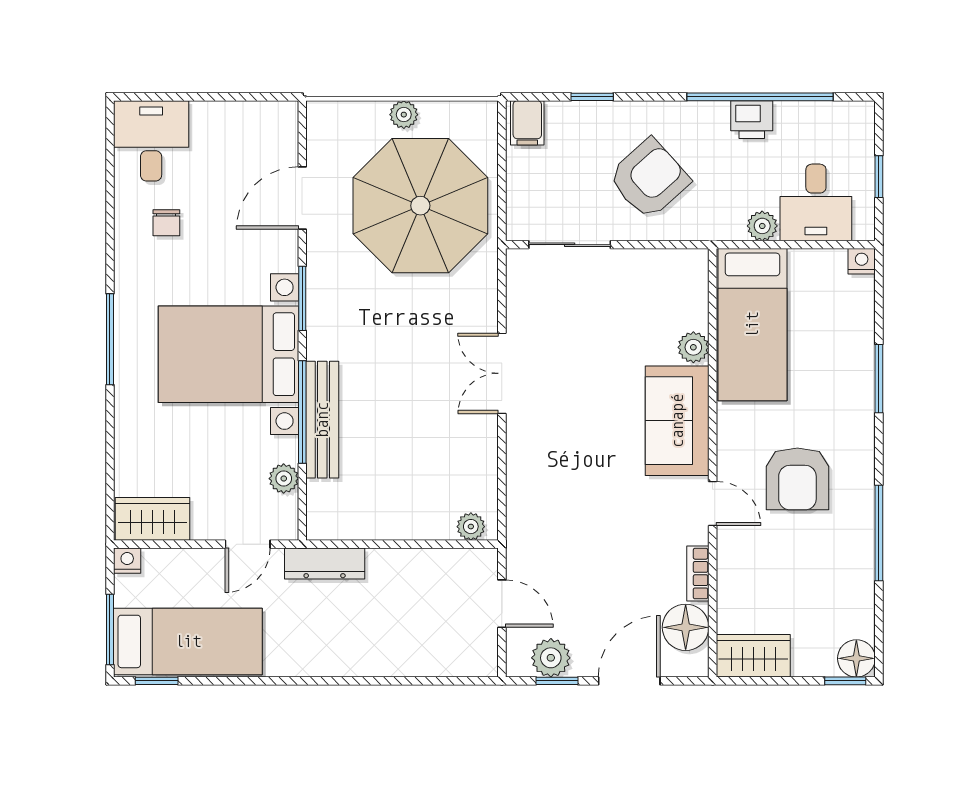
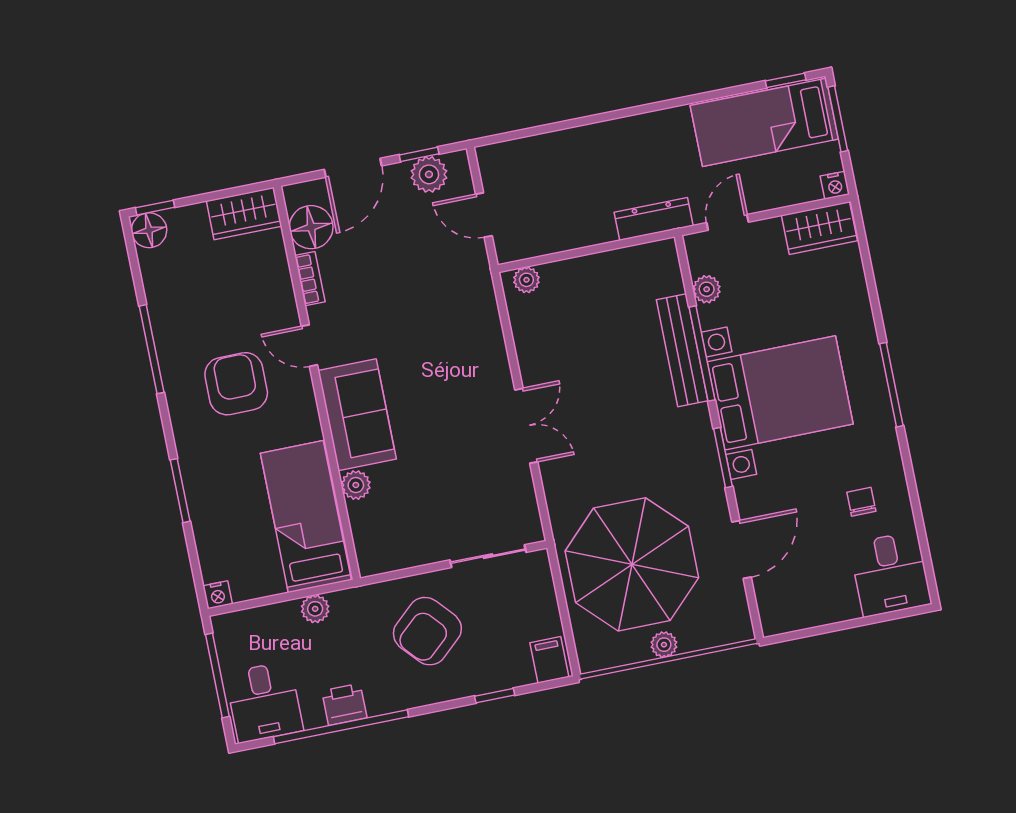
window: (879, 177) -> (217, 676), width x2.17
desk: (816, 202) -> (264, 702), moved, turned 180

